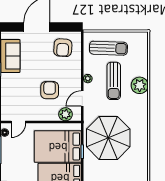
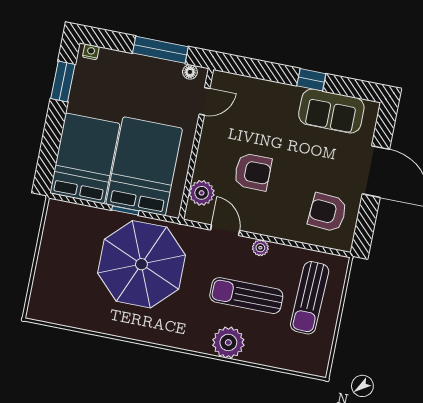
door: (18, 122) -> (205, 101), swing flipped

